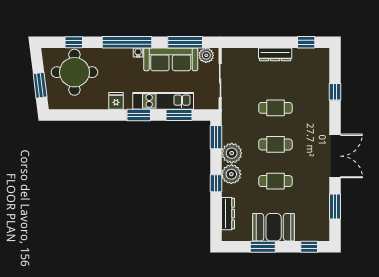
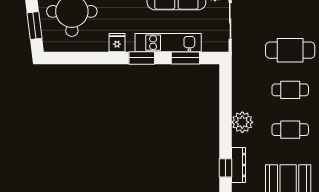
cafe table: (275, 108) -> (290, 50), width x1.37, depth x1.35
window: (216, 137) -> (226, 82), removed
plant: (232, 153) -> (243, 99), removed
window: (216, 183) -> (226, 168), moved

